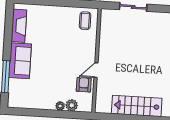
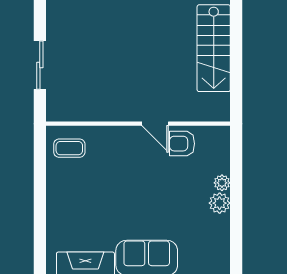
plant: (72, 105) -> (220, 203), moved

